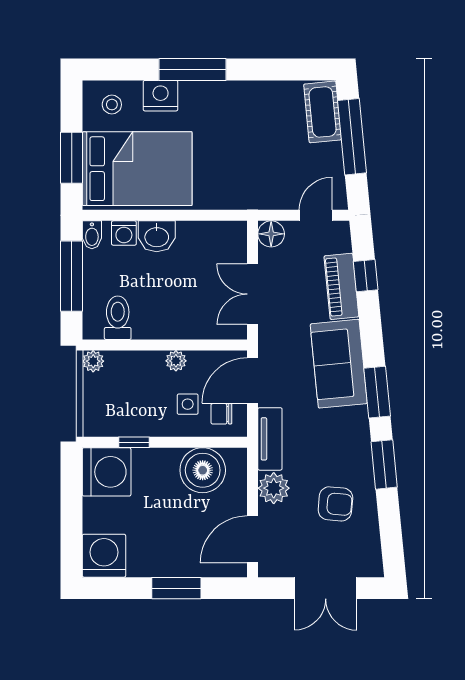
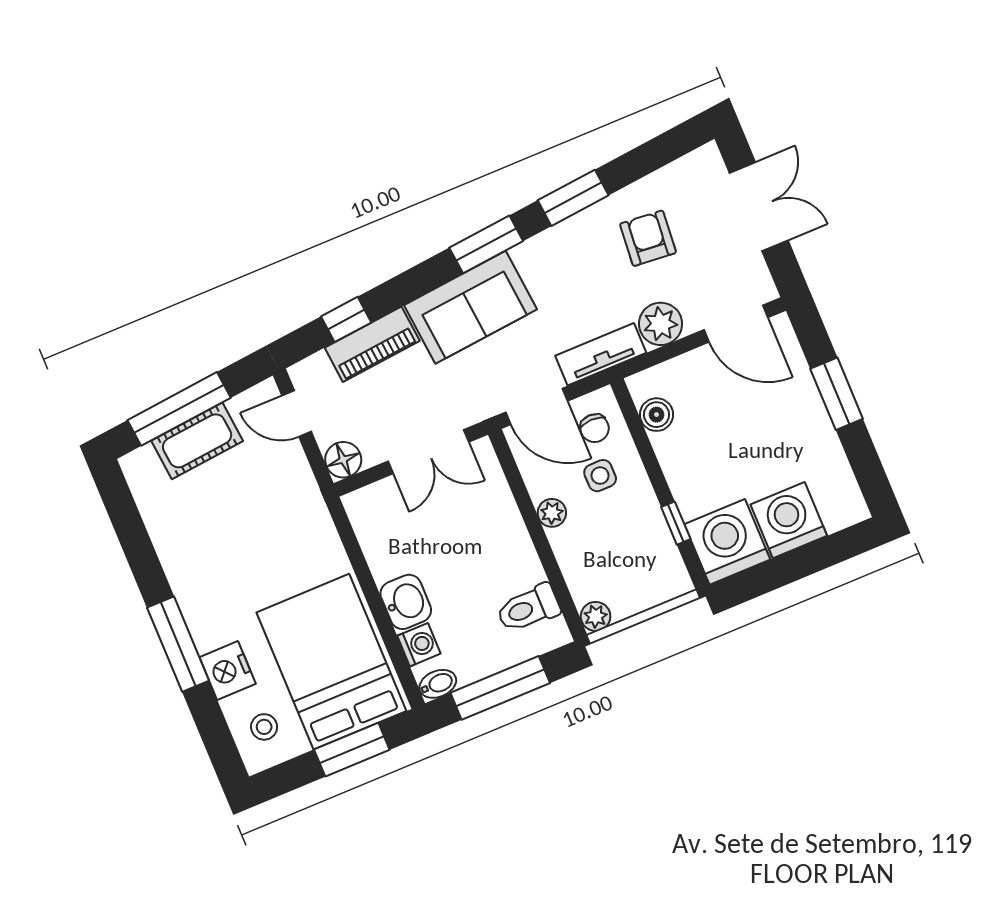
cot: (323, 112) -> (197, 441), moved
boiler: (203, 470) -> (656, 415), width x0.54, depth x0.54
washing machine: (104, 556) -> (789, 520), moved, turned 90

